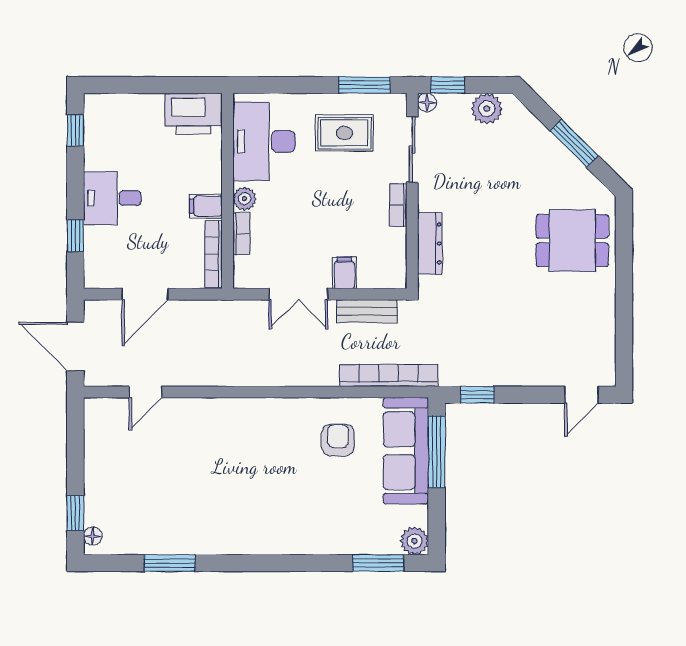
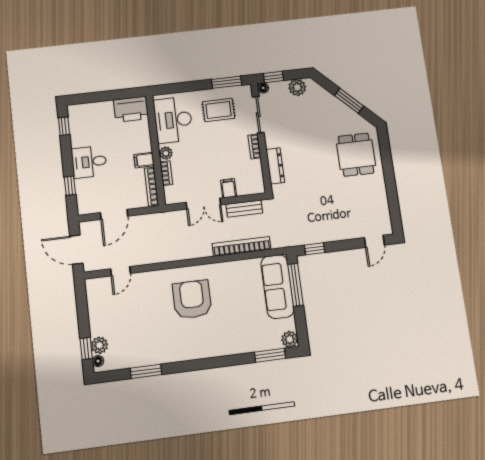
dining table: (572, 240) -> (356, 155), turned 90
bookcase: (389, 375) -> (242, 246), moved
armchair: (338, 440) -> (192, 299), moved, width x1.88, depth x1.88
plant: (98, 511) -> (99, 345), added

